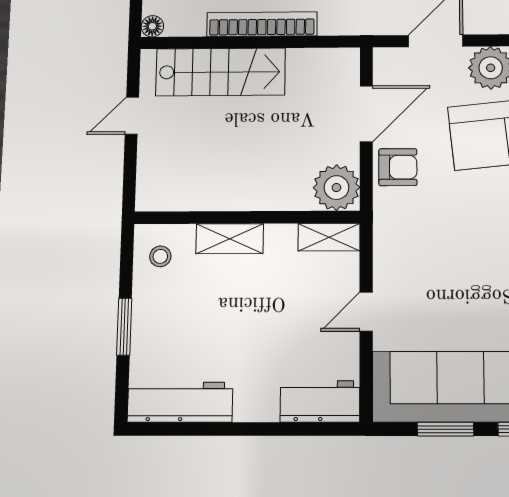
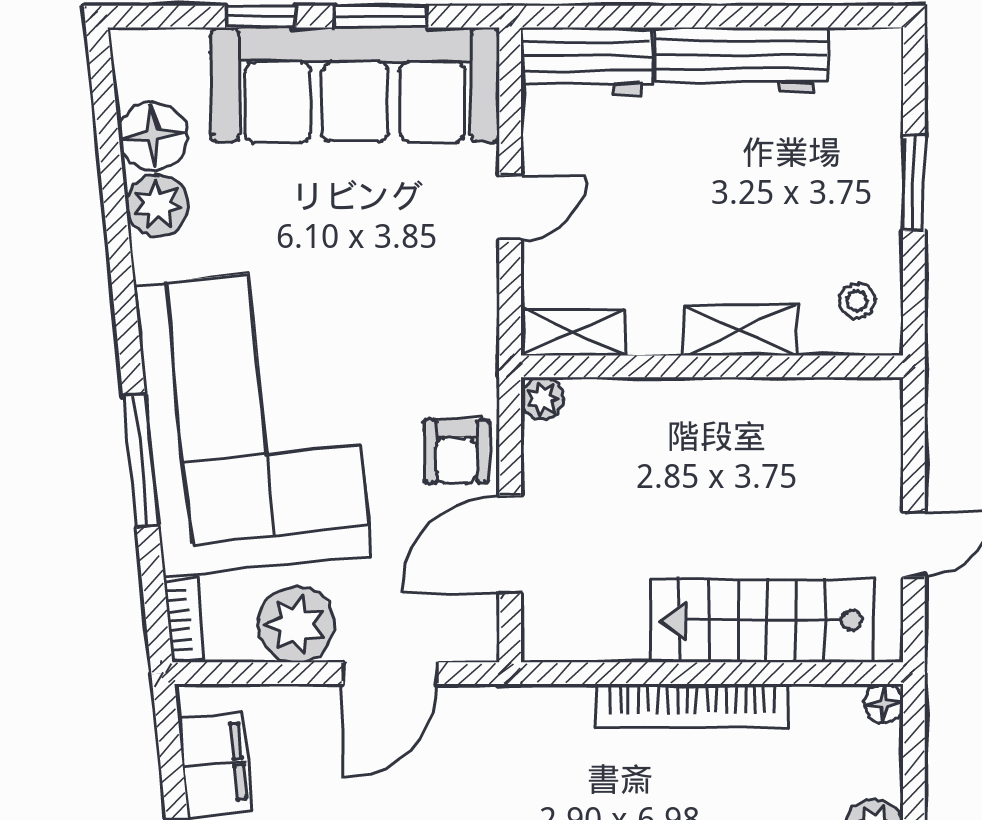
armchair: (398, 167) -> (457, 451), turned -90
plant: (336, 188) -> (542, 398), width x0.53, depth x0.53
workbench: (180, 402) -> (742, 60), moved

